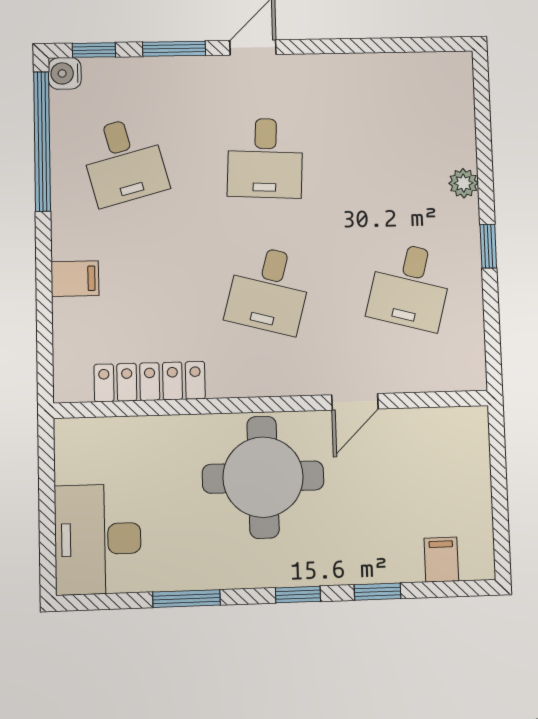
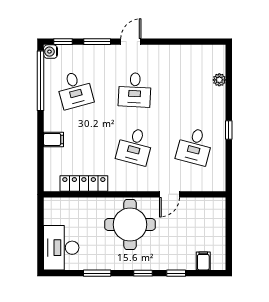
plant: (463, 183) -> (219, 80), moved

